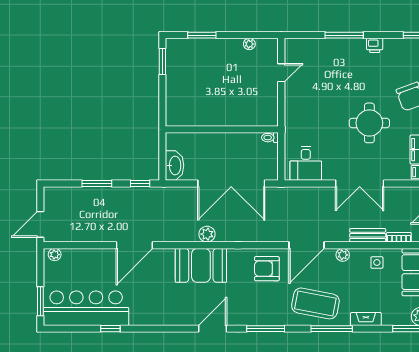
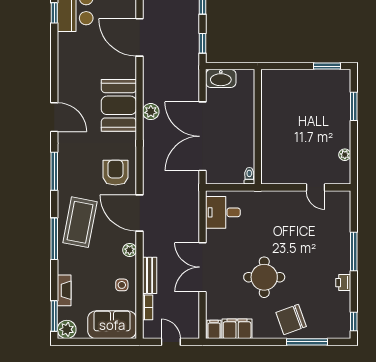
fireplace: (366, 319) -> (64, 290), moved

